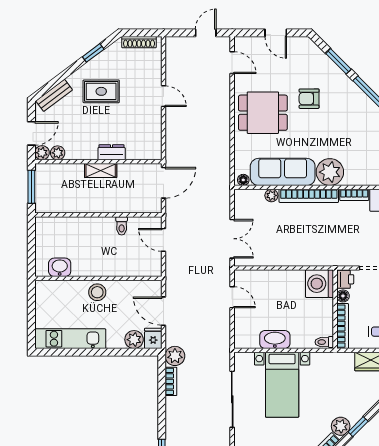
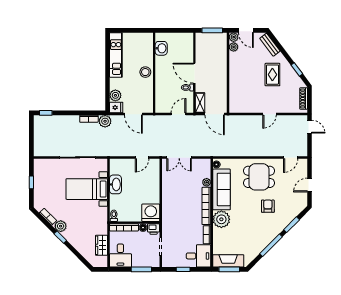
door: (206, 33) -> (309, 127), moved
dining table: (263, 113) -> (259, 177), turned 90
dresser: (112, 152) -> (234, 81), removed
shelving: (101, 171) -> (200, 103), moved
door: (99, 215) -> (194, 73), added
door: (164, 311) -> (133, 114), swing flipped

